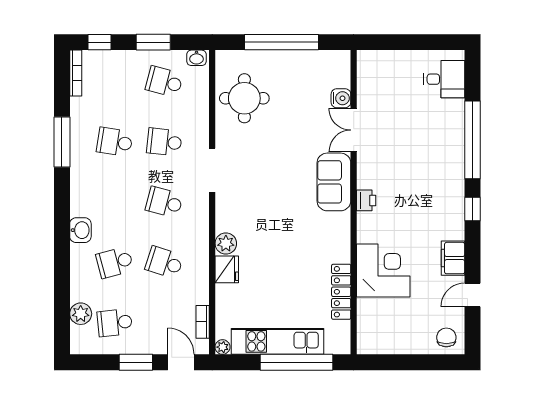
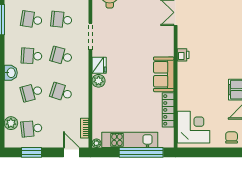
sofa: (334, 182) -> (164, 74), moved
school desk: (115, 202) -> (32, 56), added
fridge: (227, 269) -> (99, 65), moved
corner desk: (383, 271) -> (193, 127), moved
window: (136, 362) -> (32, 152), moved

